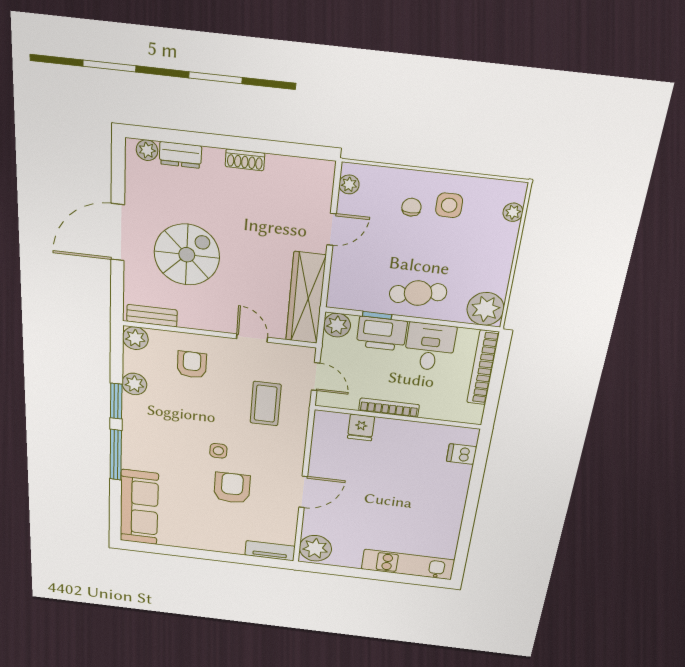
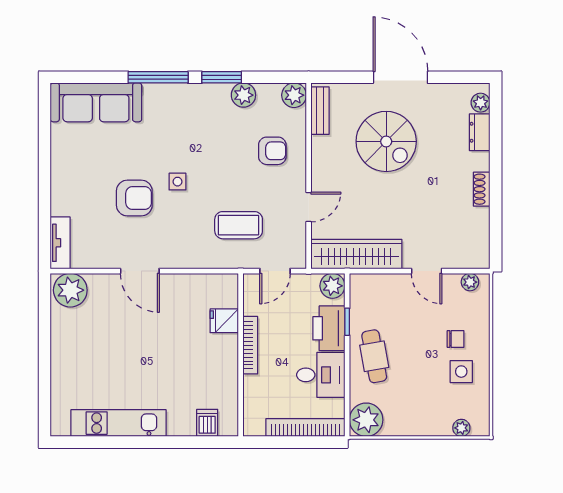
kitchen unit: (408, 564) -> (119, 423), moved, turned -90

